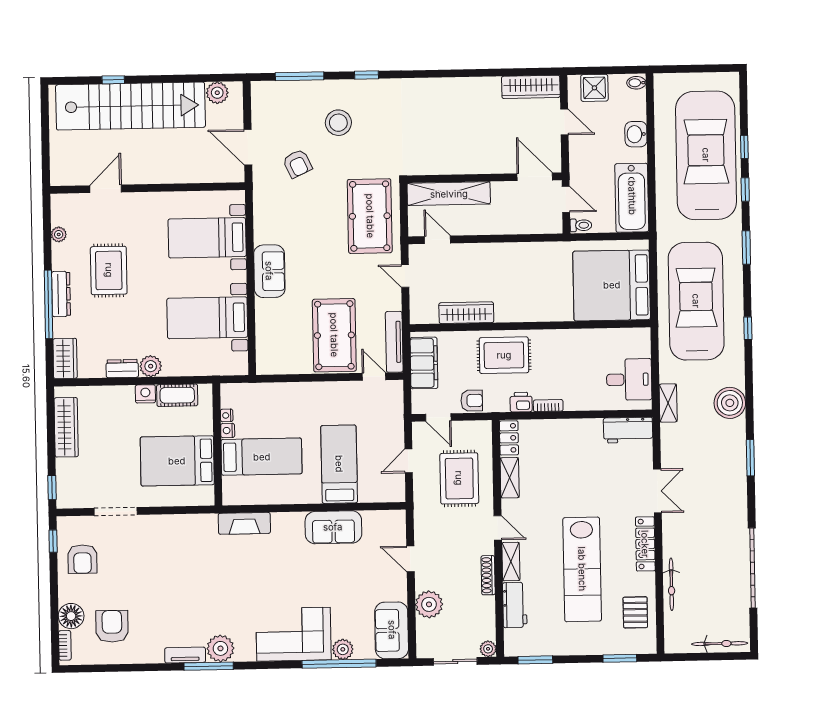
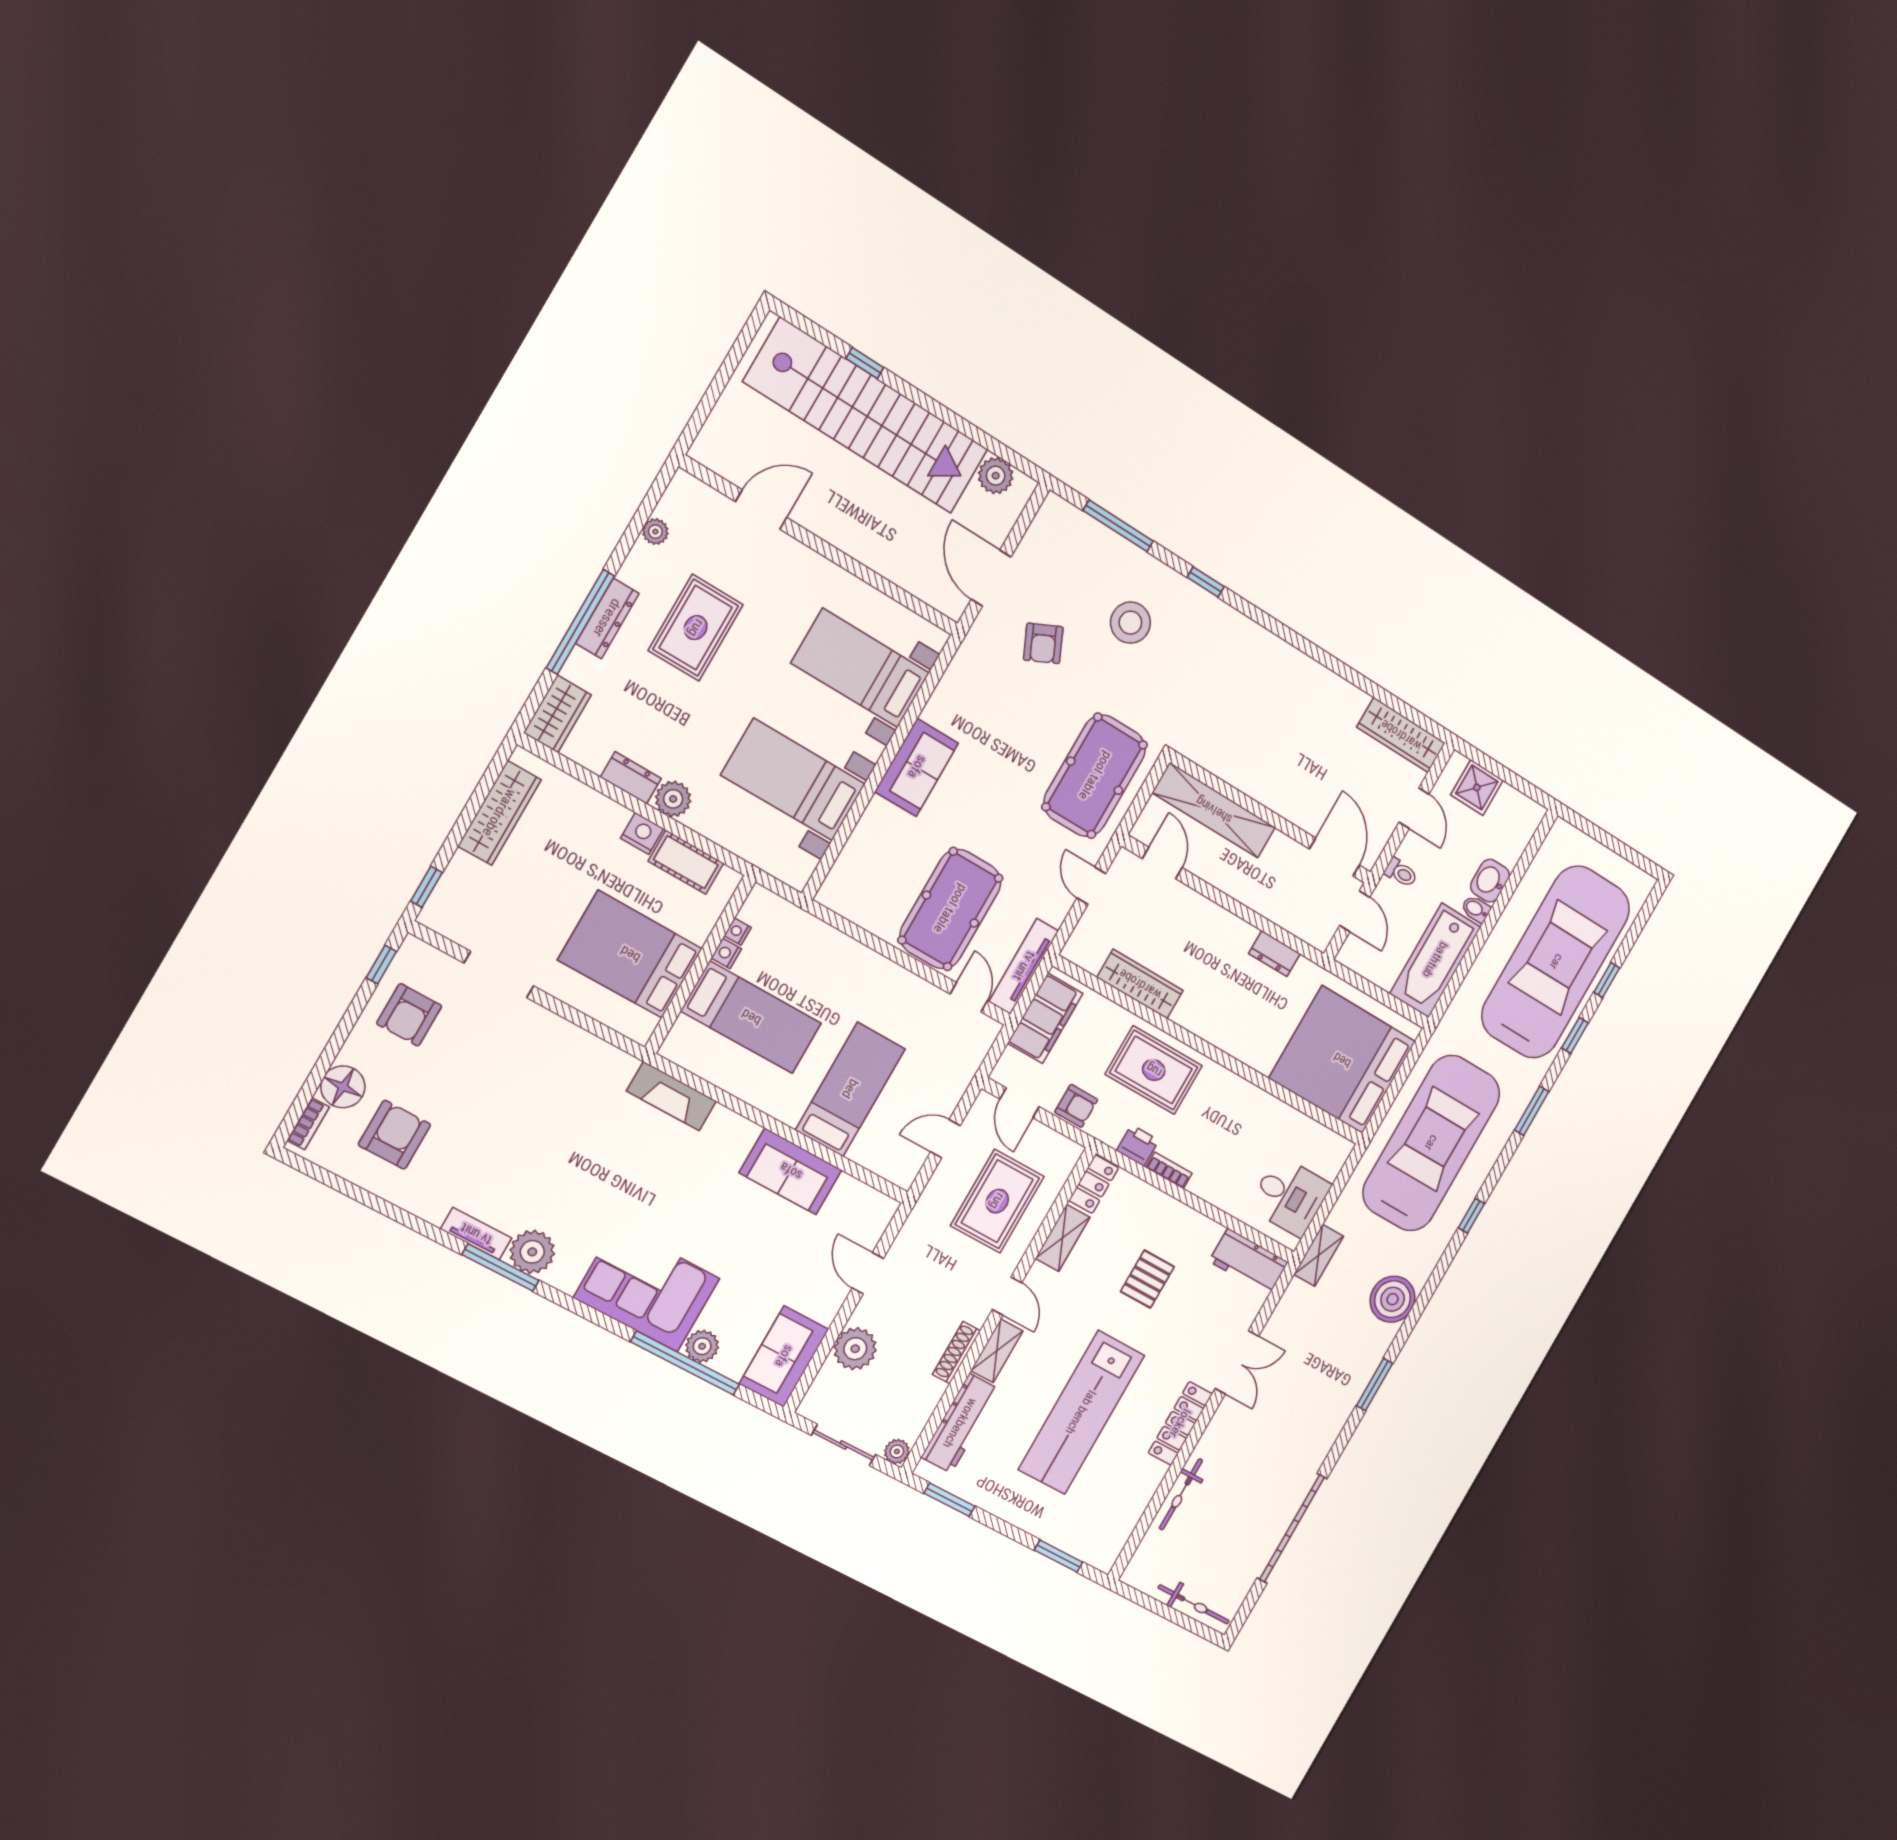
bidet: (636, 83) -> (1476, 909), moved
toilet: (581, 225) -> (1401, 873), moved
dresser: (534, 250) -> (1274, 954), added
workbench: (515, 605) -> (960, 1423), width x1.38
pallet: (635, 612) -> (1147, 1279), moved

